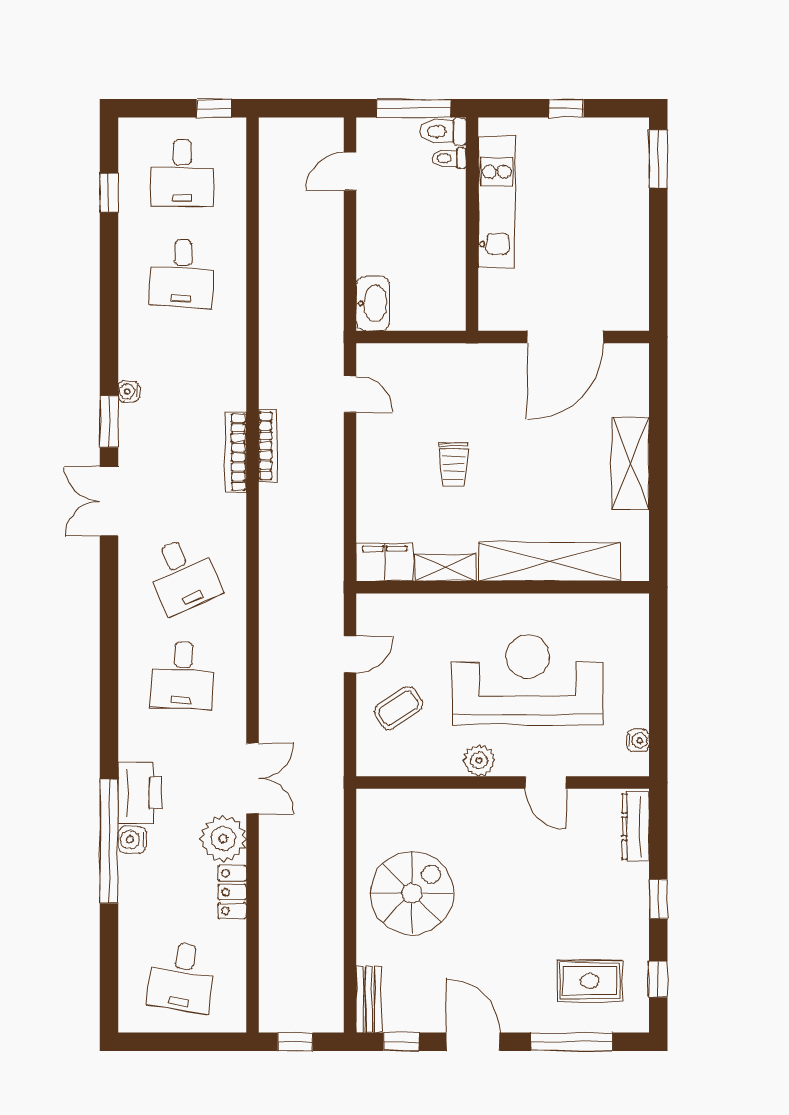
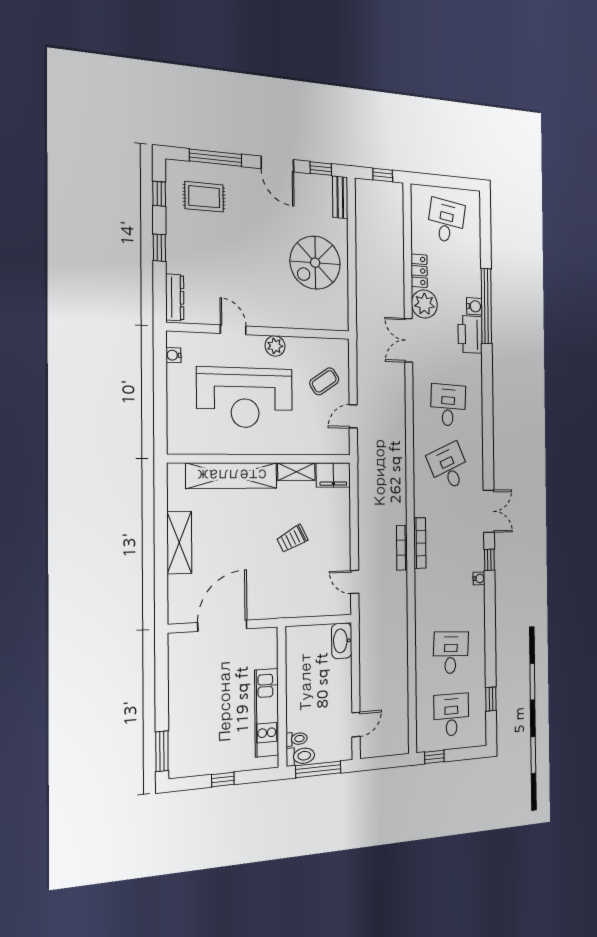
window: (109, 421) -> (489, 560), width x0.67
trolley: (453, 464) -> (292, 539), turned -117

